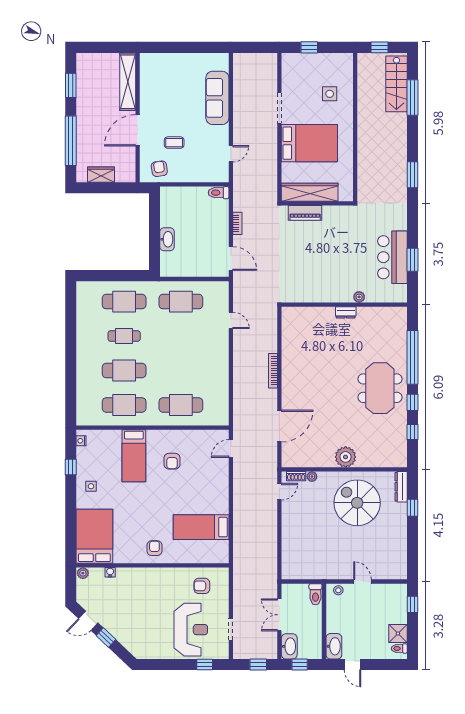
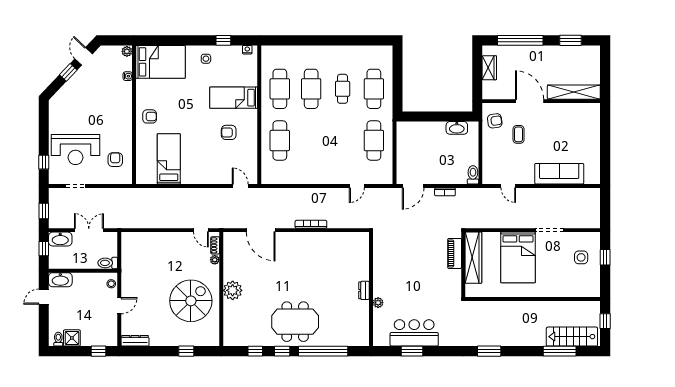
side table: (330, 94) -> (581, 257), moved
washbasin: (167, 239) -> (457, 128), moved
dresser: (401, 487) -> (135, 341), moved

